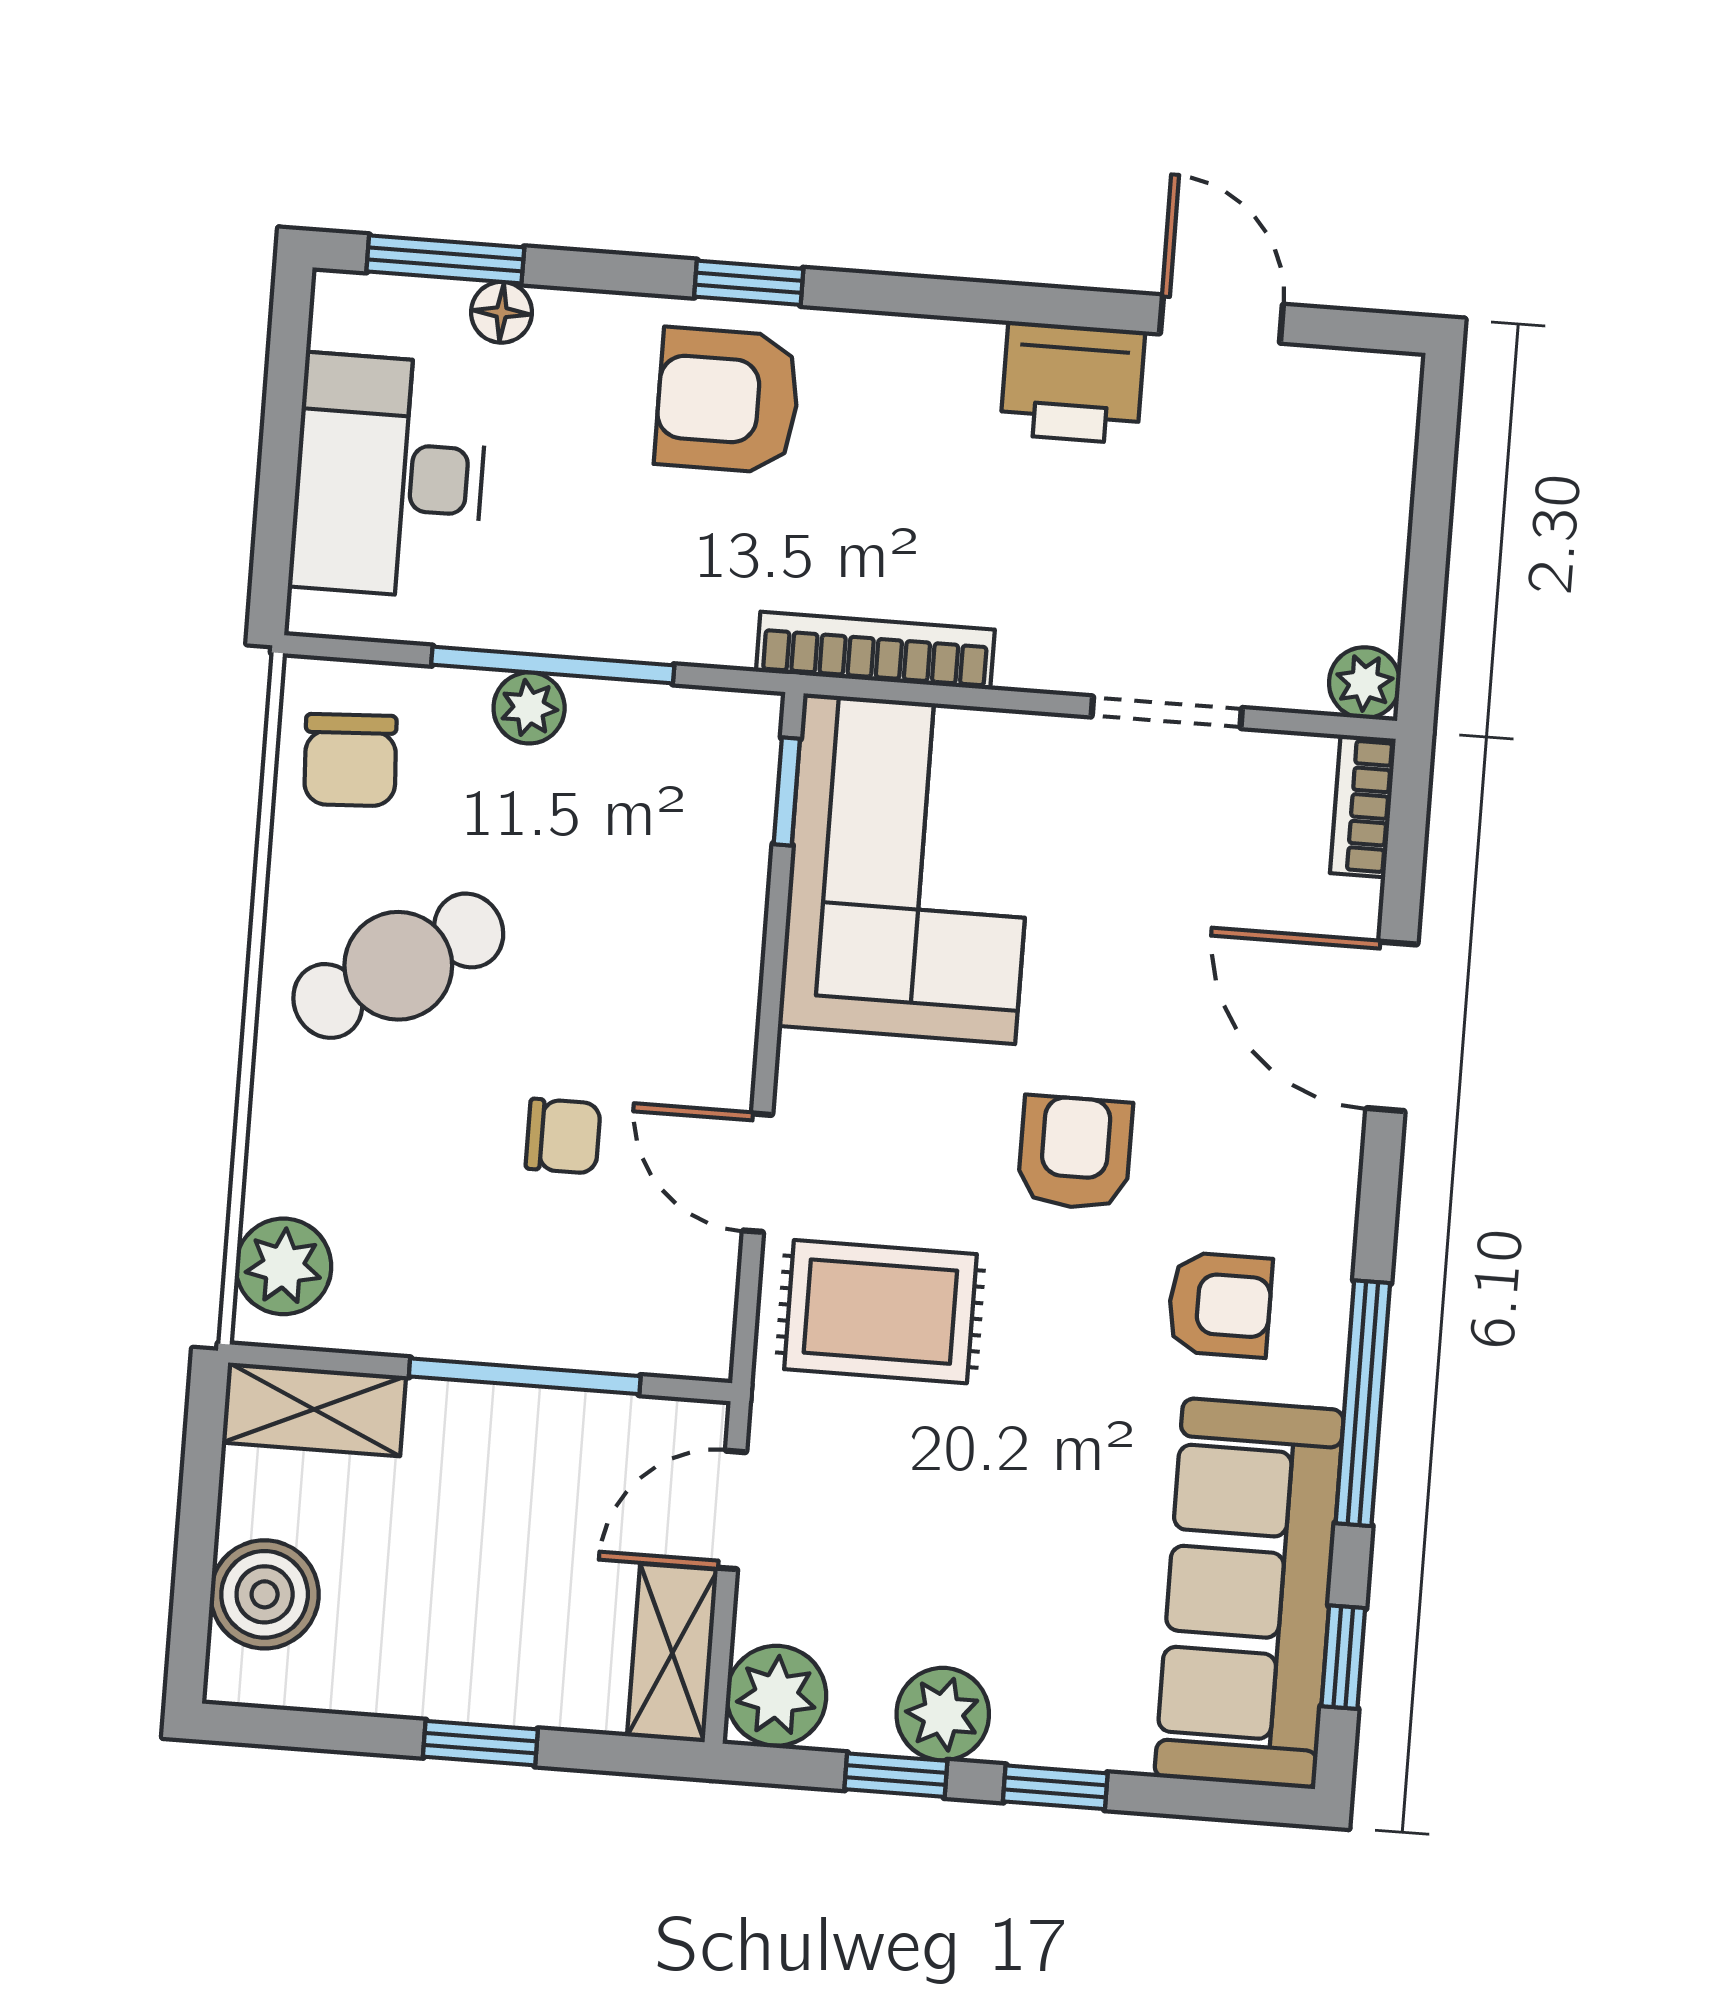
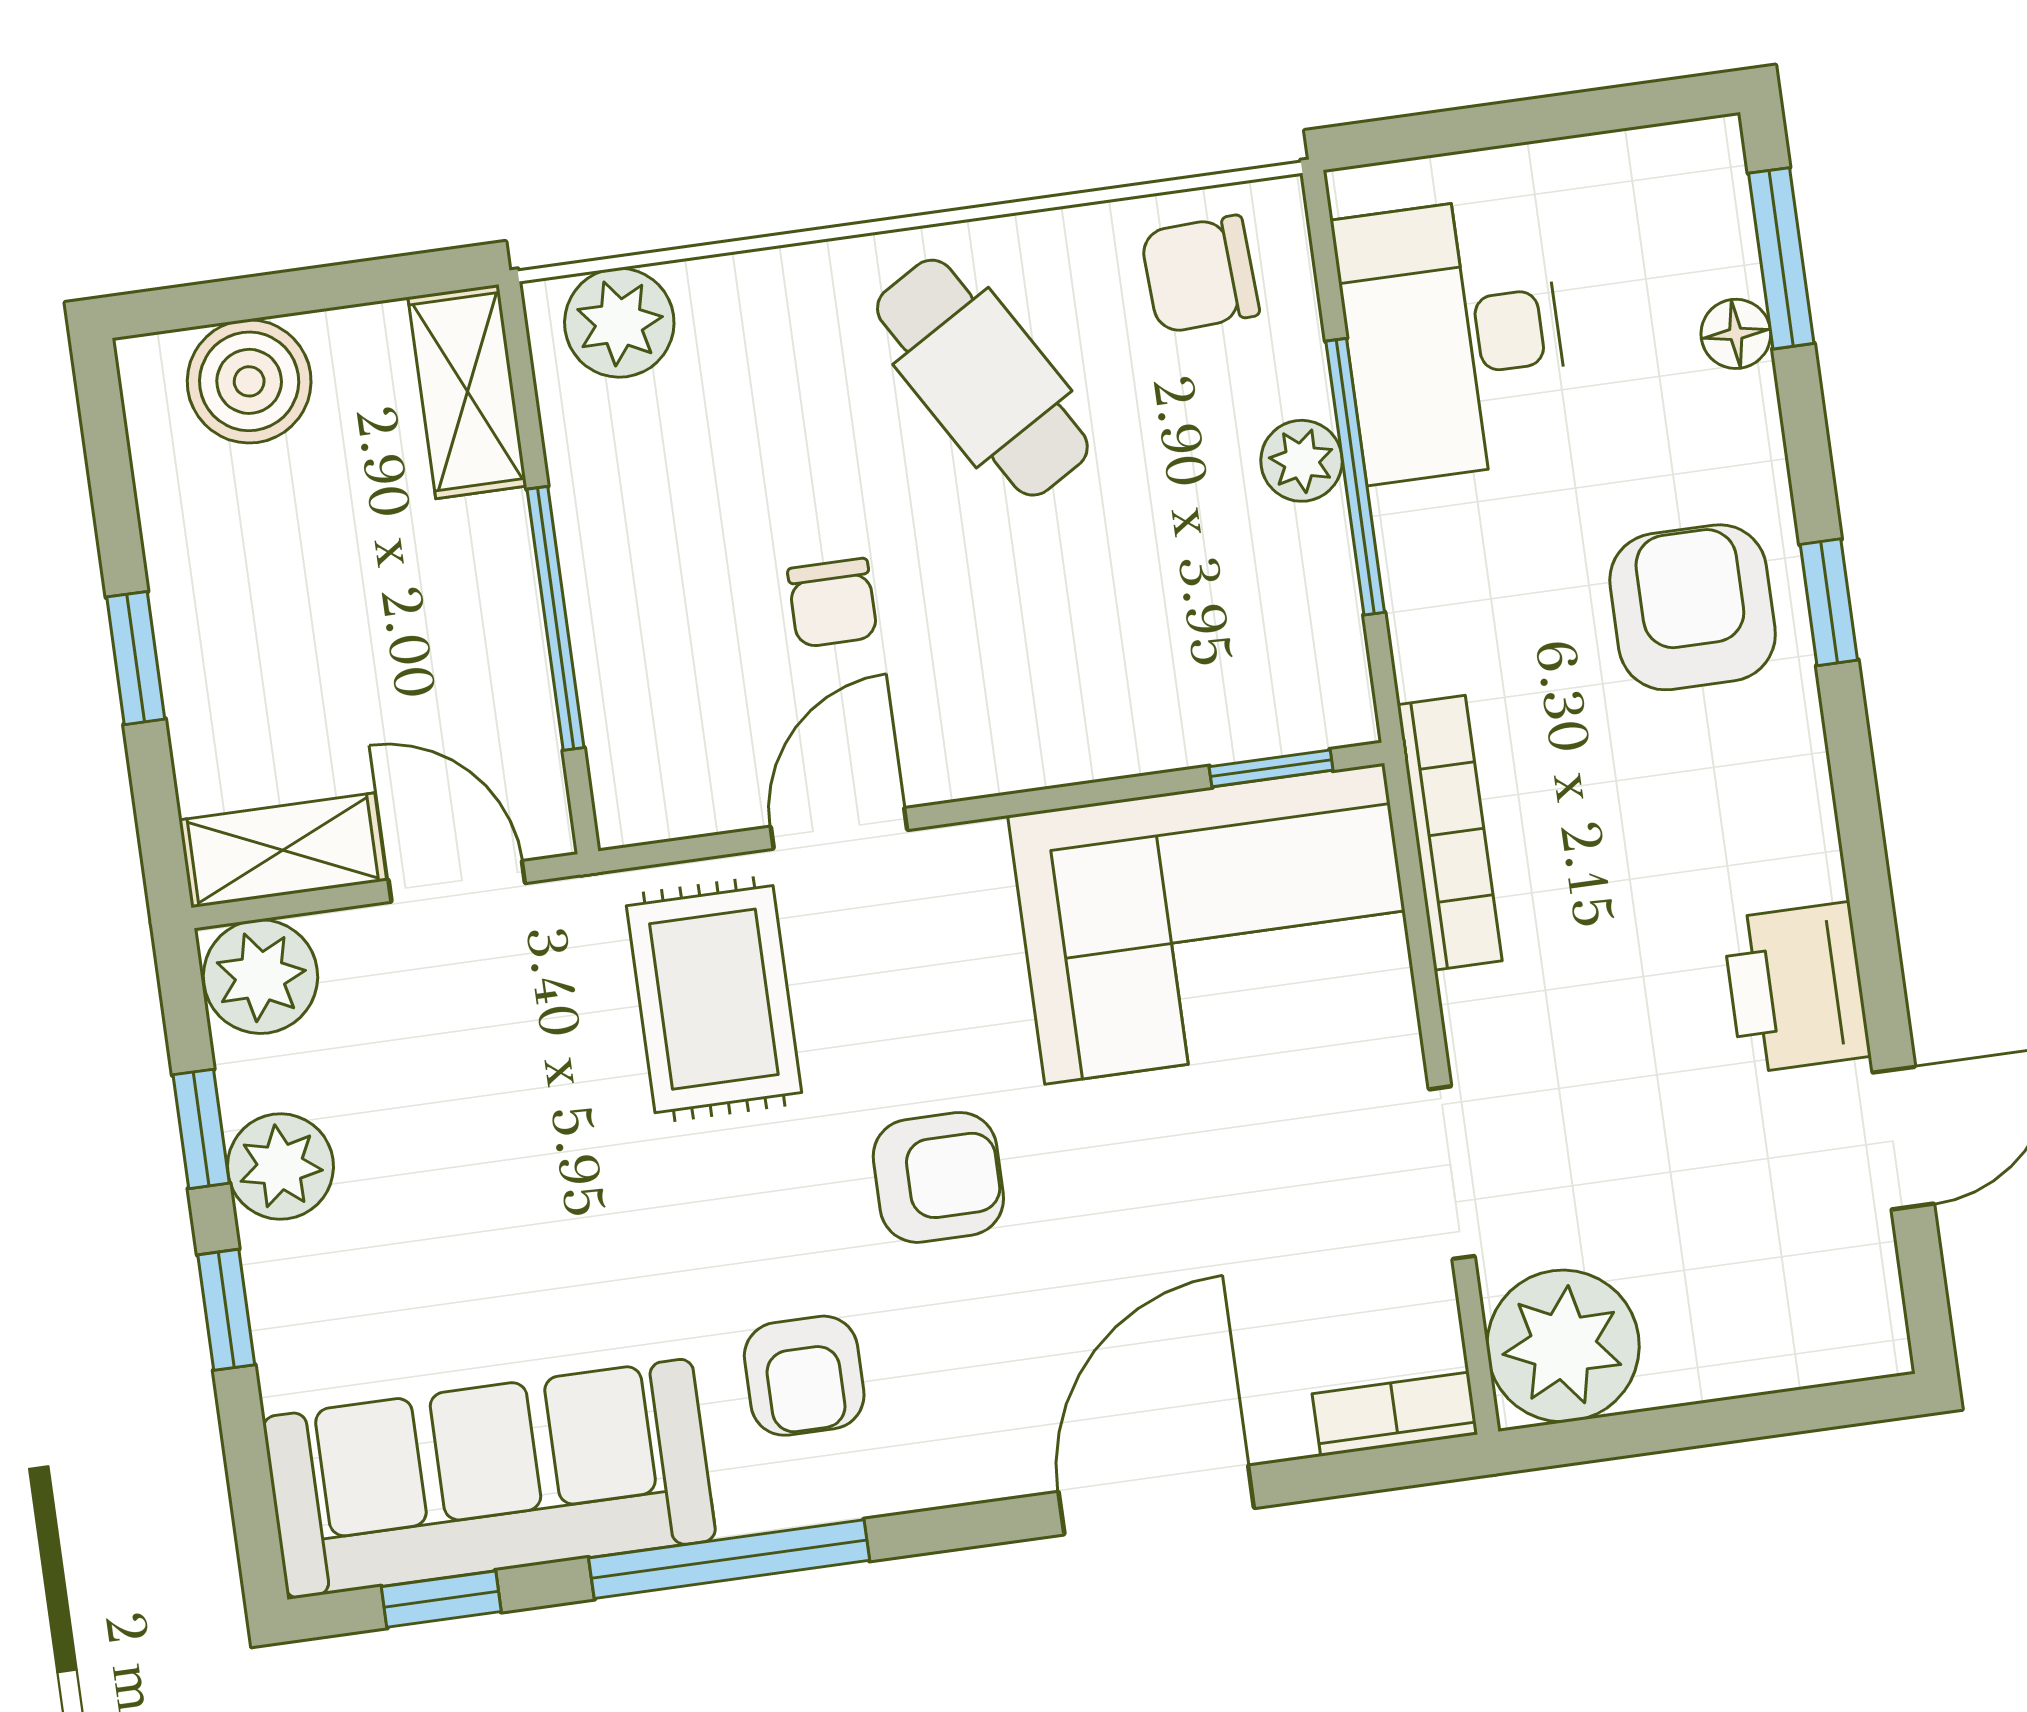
desk: (389, 476) -> (1453, 339), moved, turned -90
plant: (1365, 683) -> (1563, 1346), width x1.88, depth x1.88

